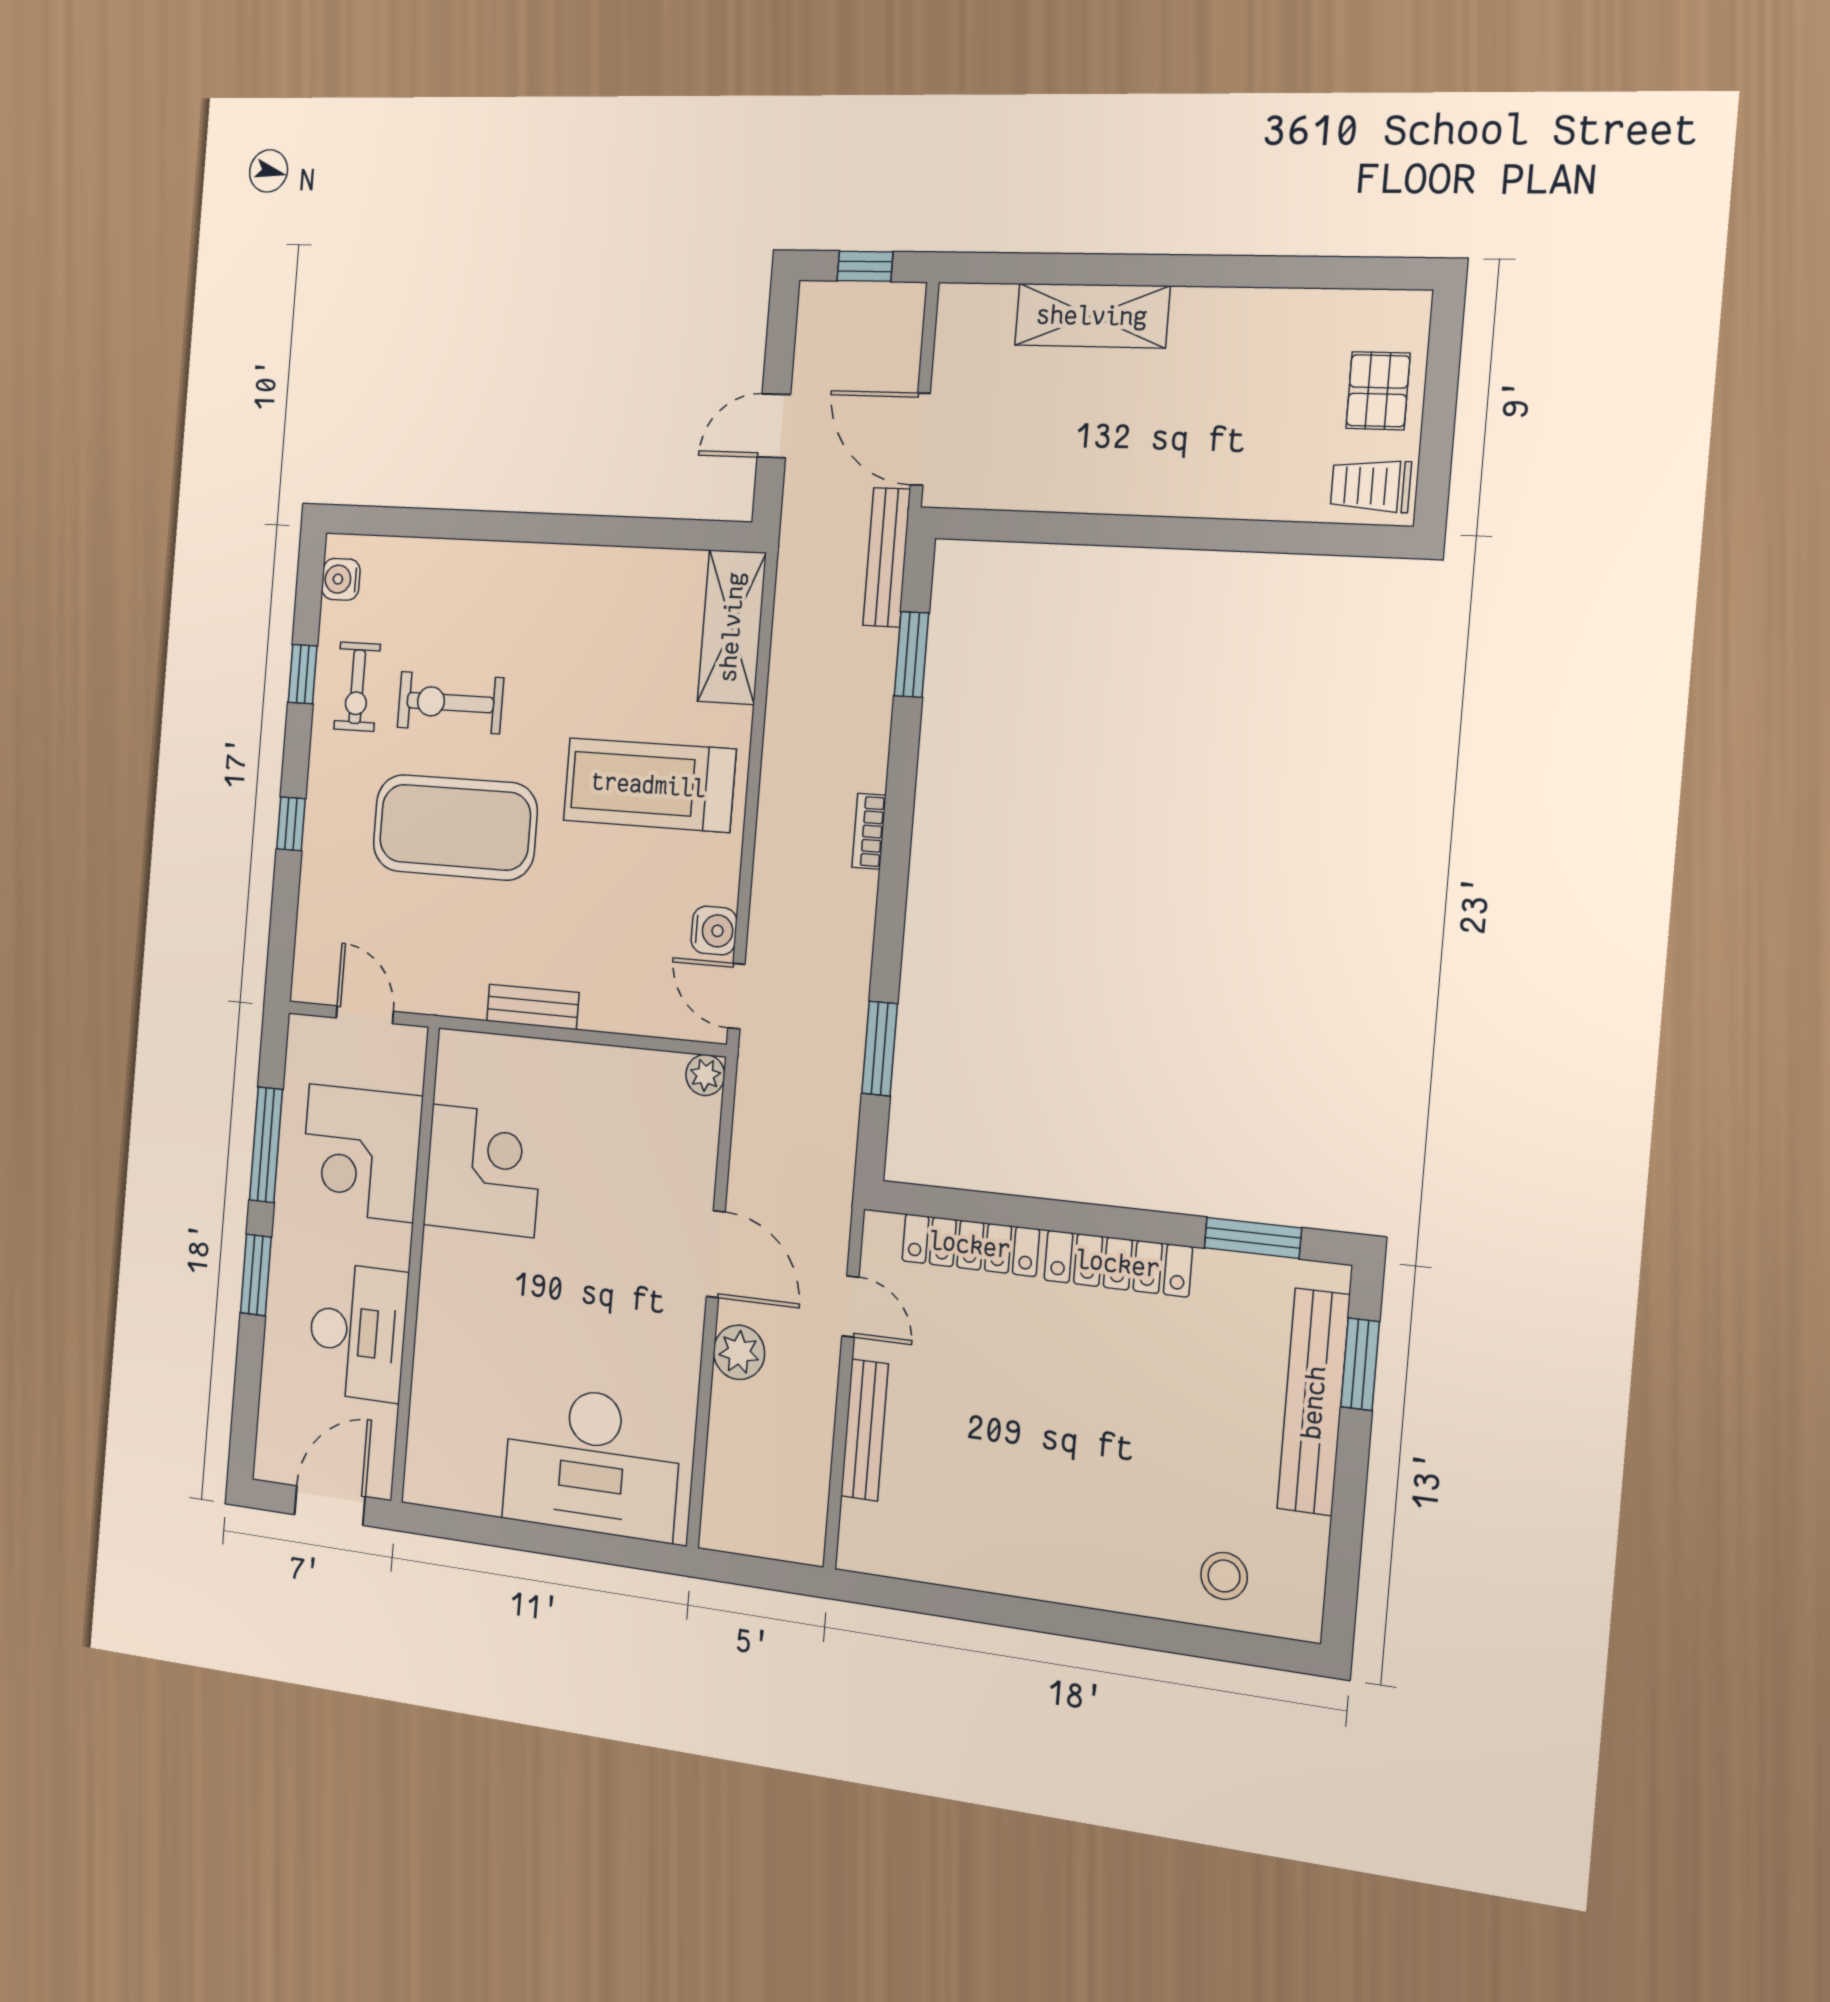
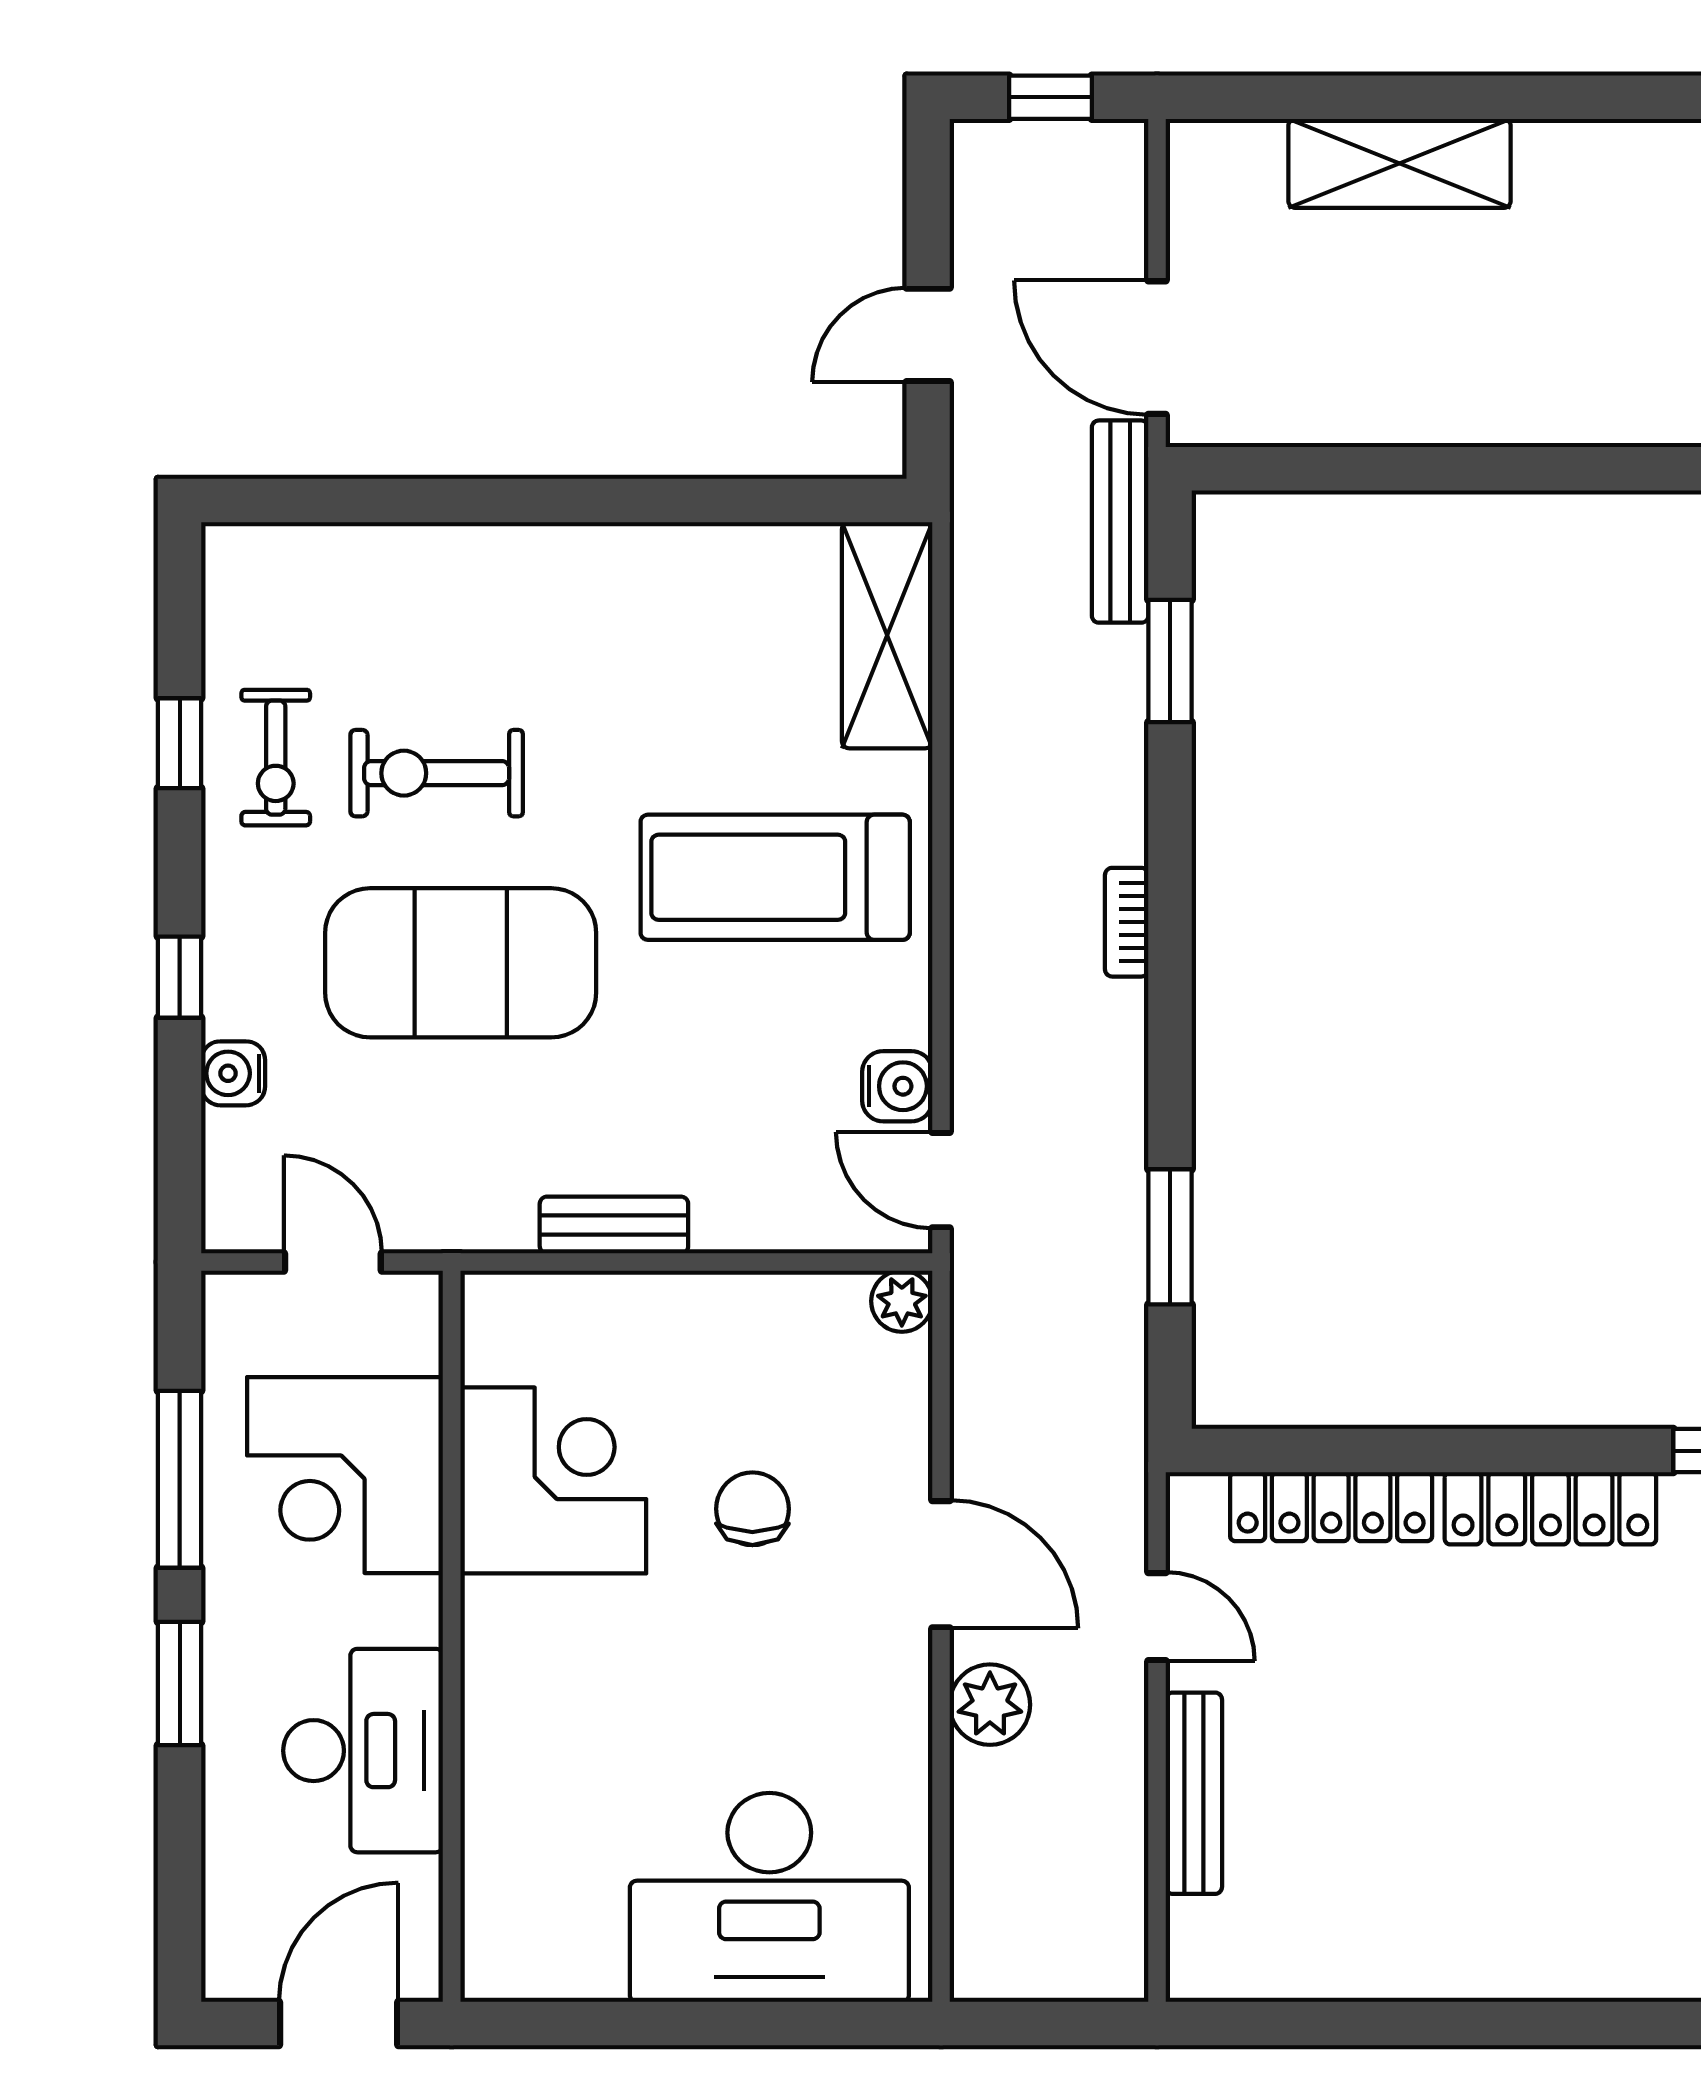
water cooler: (341, 579) -> (233, 1073), moved
chair: (602, 1203) -> (752, 1509), added

